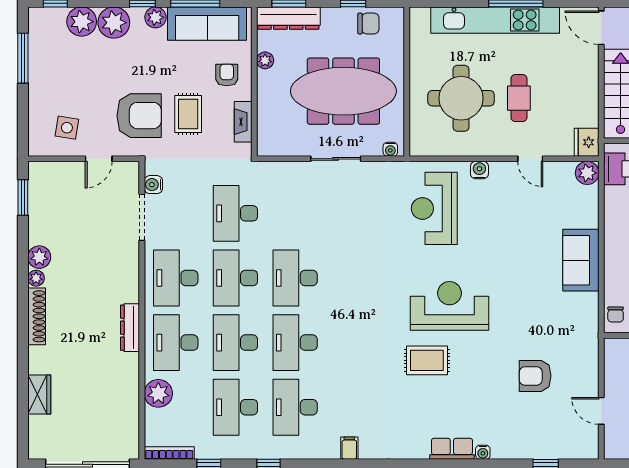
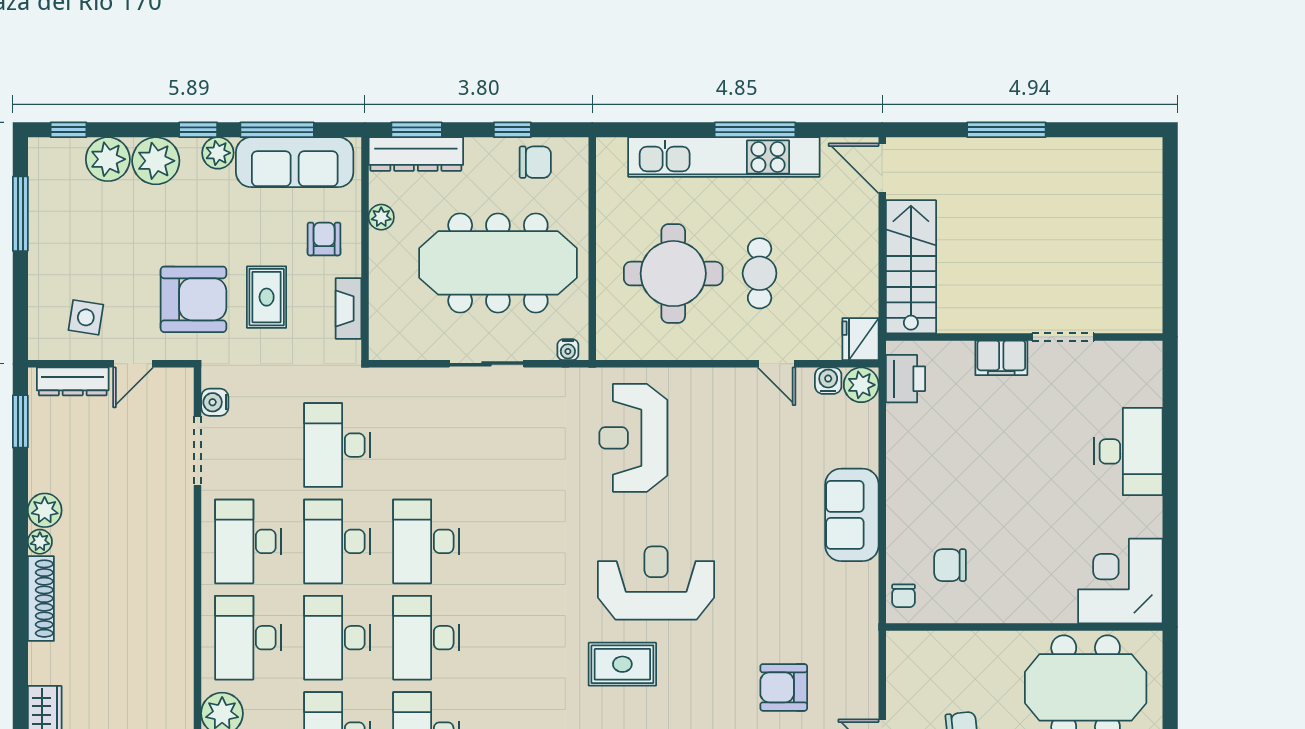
water cooler: (479, 170) -> (828, 381), moved
dresser: (130, 328) -> (73, 381), moved, turned -90

